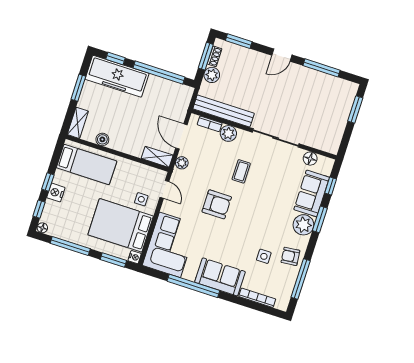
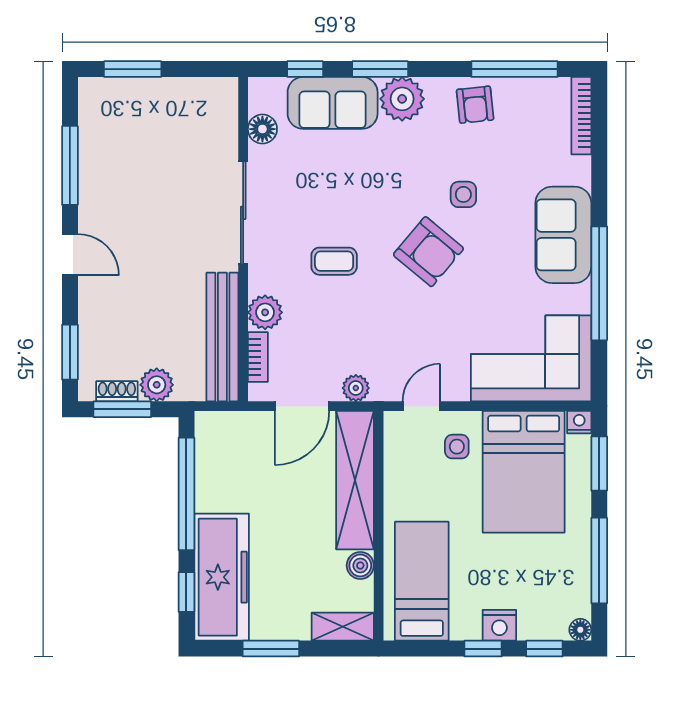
shelving: (157, 157) -> (355, 480), width x2.20, depth x1.33
armchair: (217, 204) -> (428, 252), moved, turned 130
side table: (264, 256) -> (463, 194), moved
bookcase: (257, 298) -> (581, 116), moved

